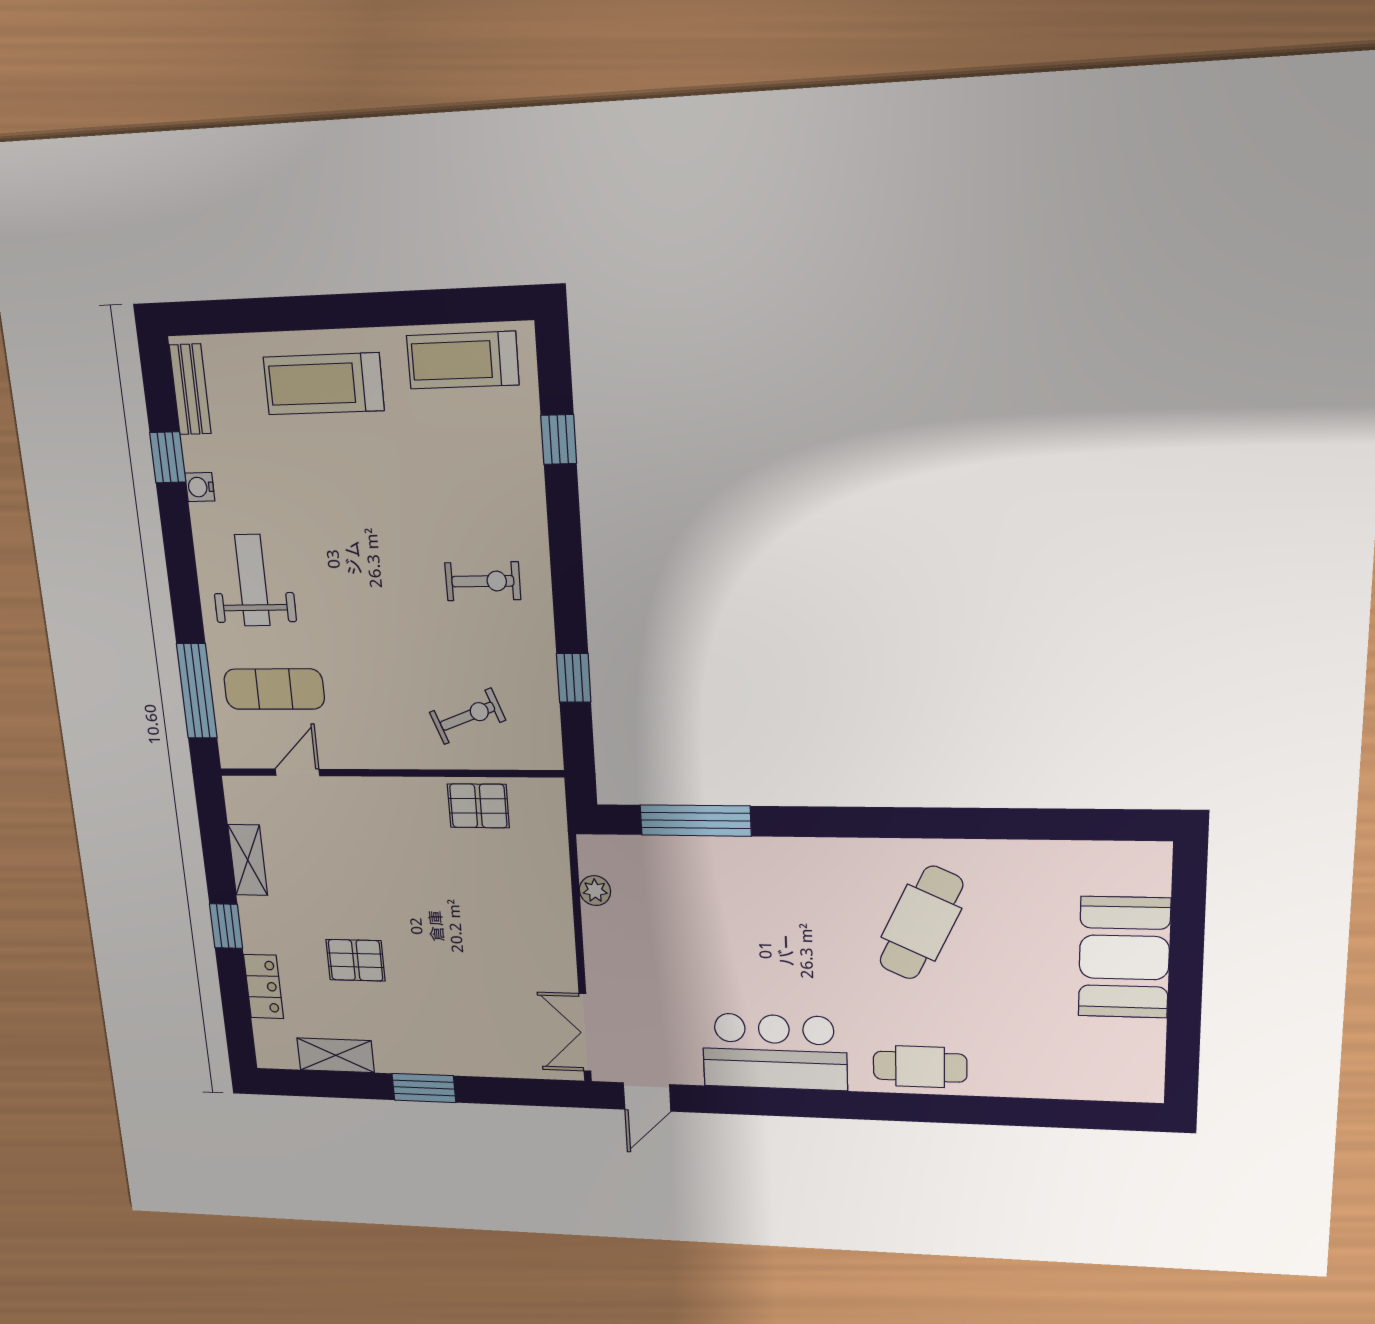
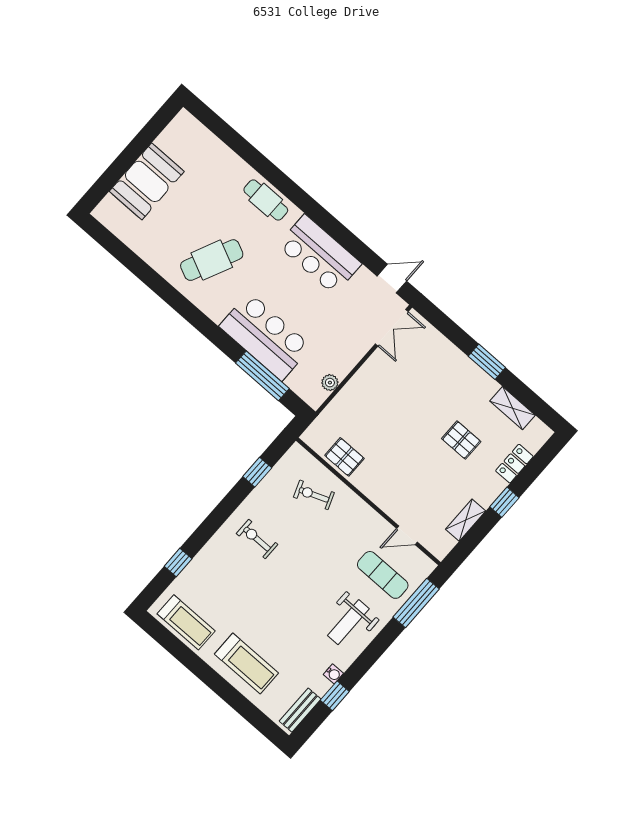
bar counter: (743, 879) -> (265, 336), added

